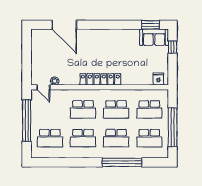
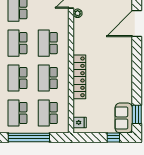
locker: (100, 79) -> (79, 77), moved

